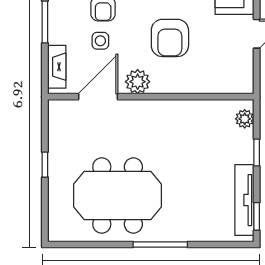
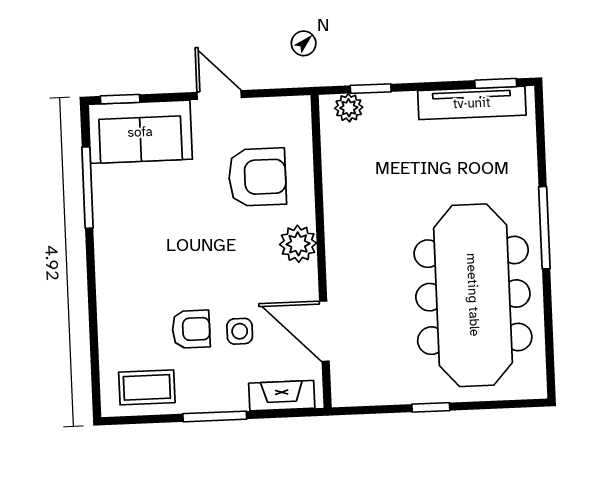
armchair: (170, 38) -> (257, 177), moved
plant: (138, 82) -> (298, 244), moved
window: (257, 153) -> (371, 89), moved
meeting table: (118, 196) -> (473, 295), width x1.36

